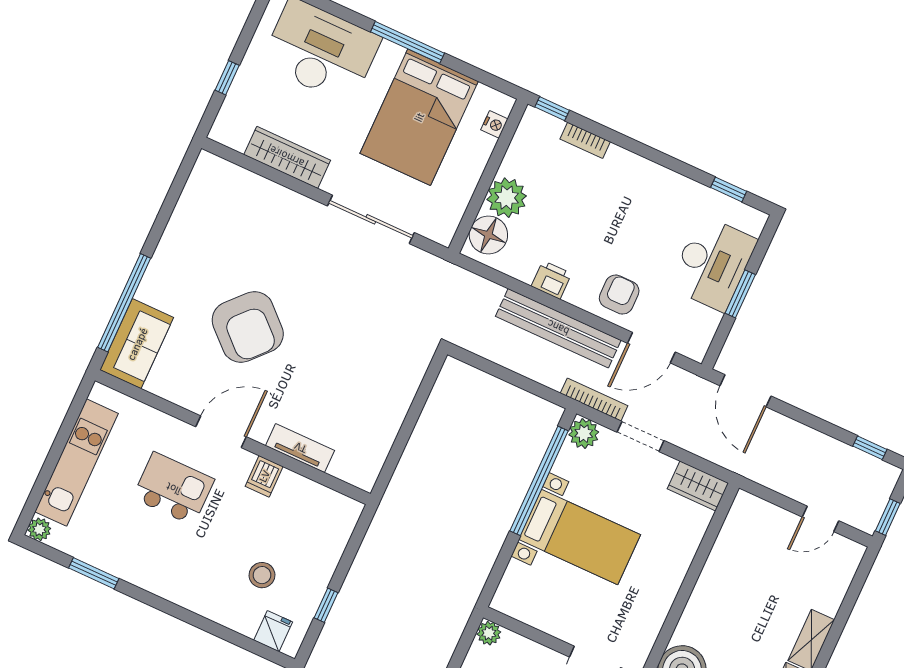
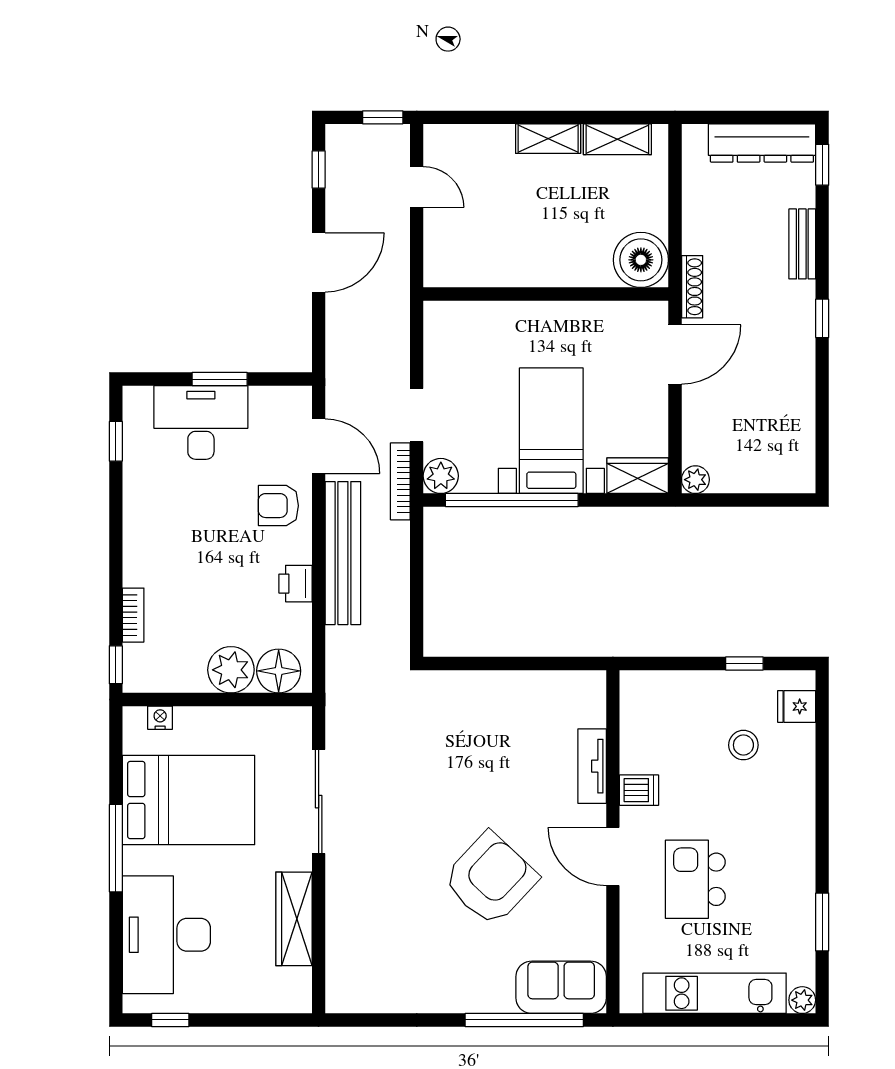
window: (227, 78) -> (170, 1020), moved
door: (746, 391) -> (319, 262), moved
wardrobe: (698, 486) -> (638, 476), moved, turned -90

